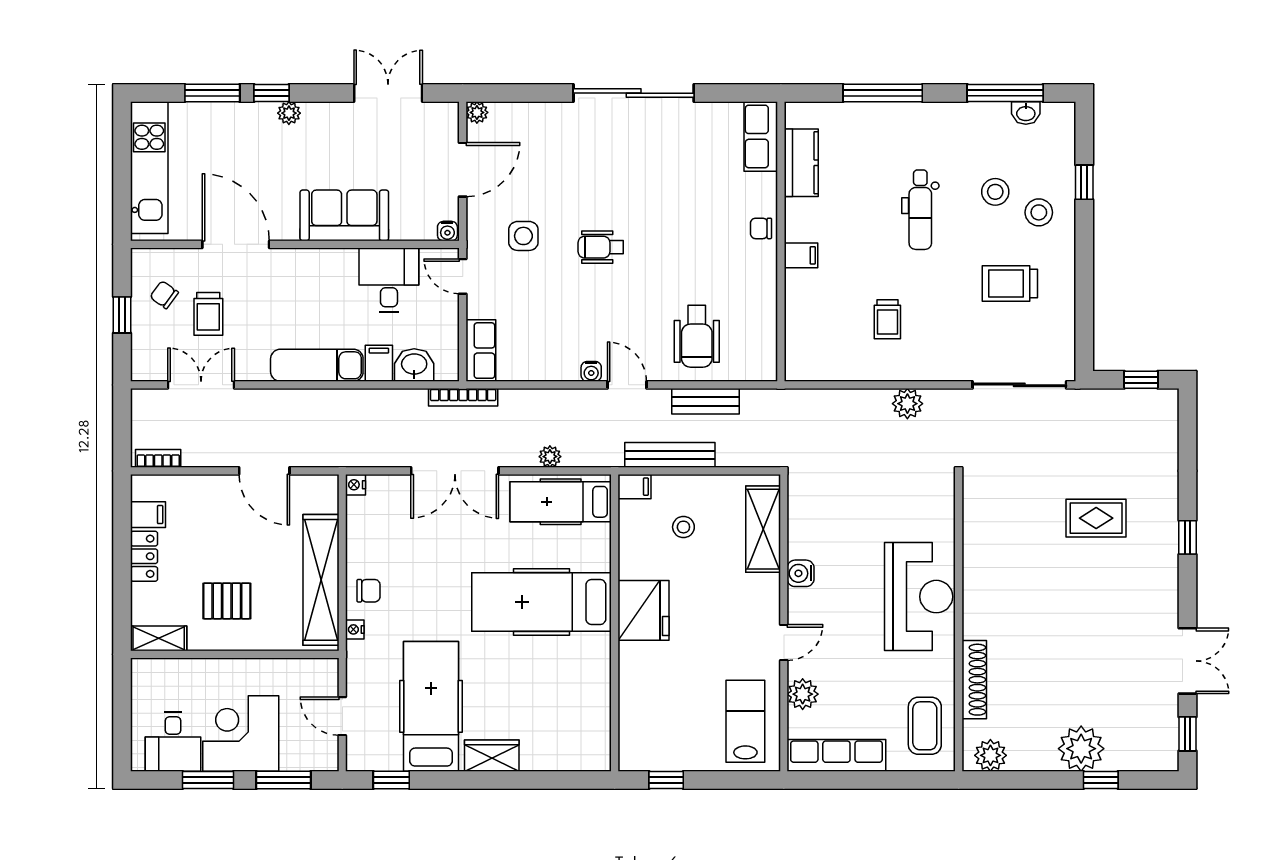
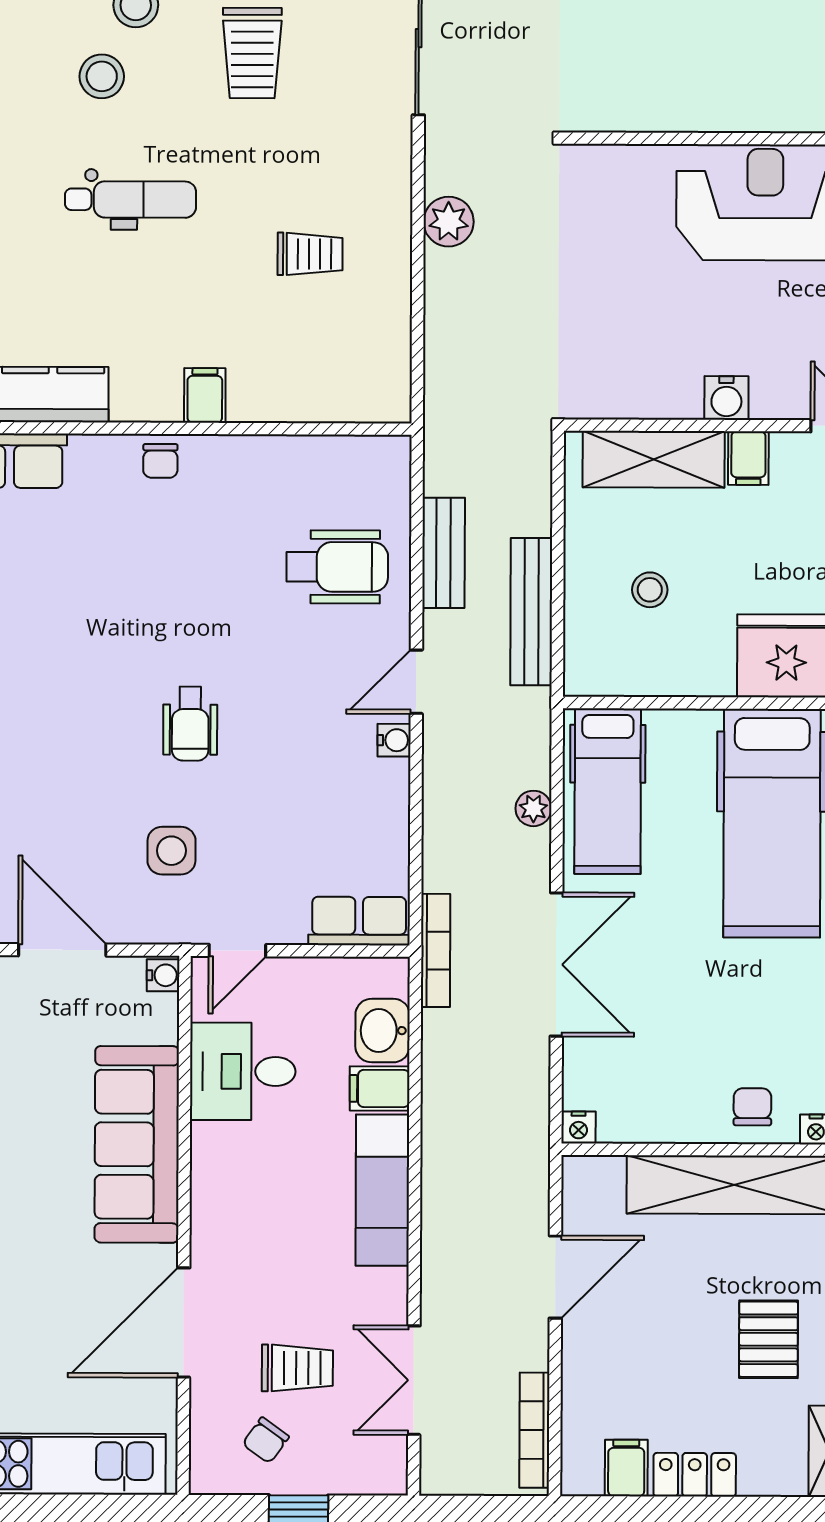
sofa: (344, 215) -> (137, 1144), width x1.36
bookcase: (158, 458) -> (534, 1430), width x1.56
filing cabinet: (634, 487) -> (748, 458), moved, turned 180

